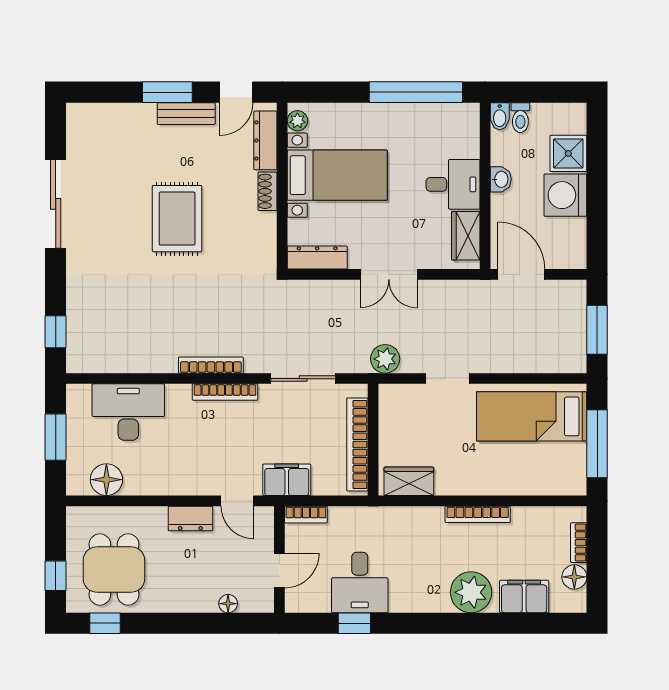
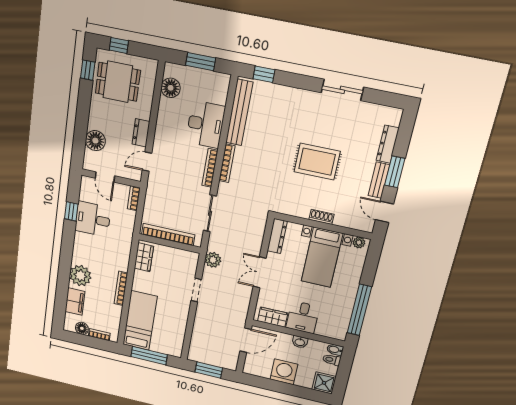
dresser: (265, 140) -> (388, 144), moved, turned -90
shower: (568, 153) -> (324, 383), moved
sliding door: (56, 204) -> (342, 90), width x0.73
bench: (124, 360) -> (239, 113), added
desk: (128, 412) -> (205, 124), moved
bed: (532, 416) -> (140, 321), moved
filing cabinet: (287, 480) -> (155, 192), removed
floor lamp: (228, 604) -> (95, 141), width x1.89, depth x1.89

